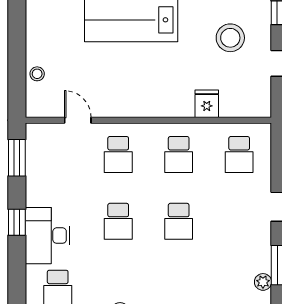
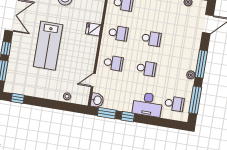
fridge: (207, 104) -> (93, 29), moved
washbasin: (39, 134) -> (97, 100), added
window: (17, 222) -> (128, 117), moved

